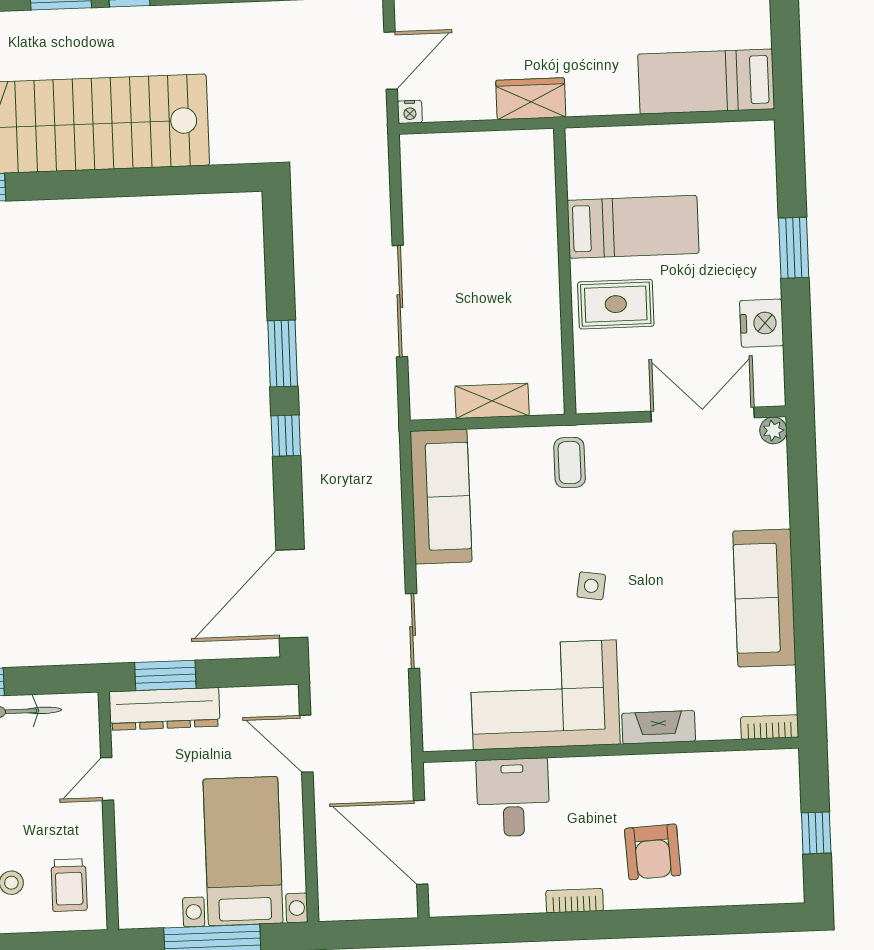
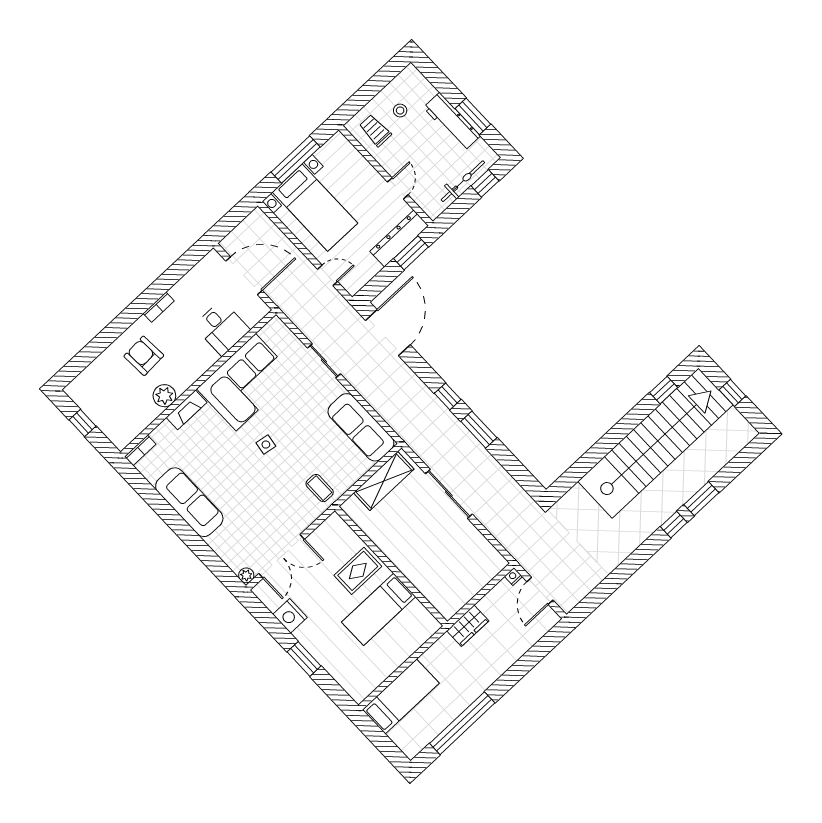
shelving: (492, 401) -> (384, 481), width x1.50, depth x1.33
door: (306, 744) -> (328, 275), width x0.73
plant: (672, 773) -> (164, 396), added

